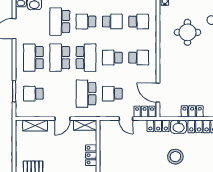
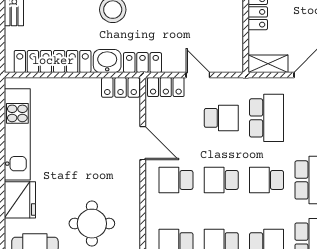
school desk: (86, 58) -> (267, 180), width x0.54
school desk: (112, 58) -> (221, 180), turned 180
door: (158, 93) -> (143, 143), moved
locker: (192, 111) -> (121, 87), moved

